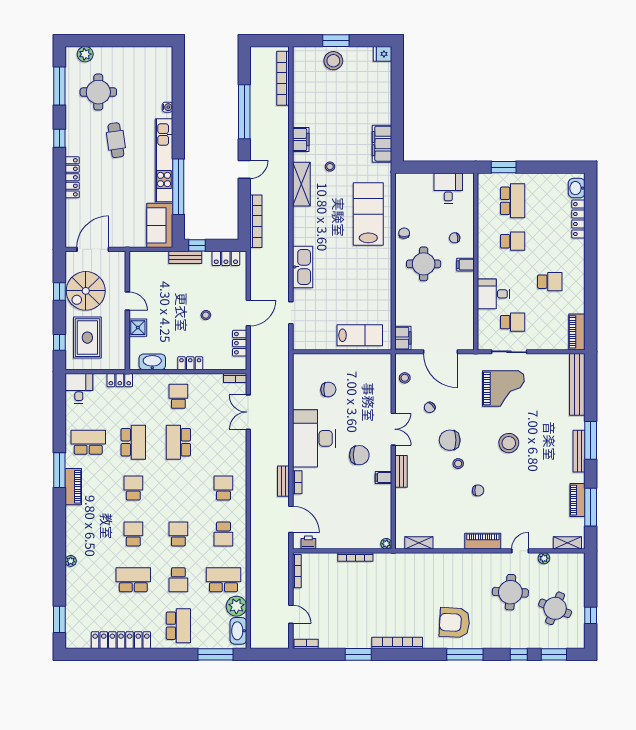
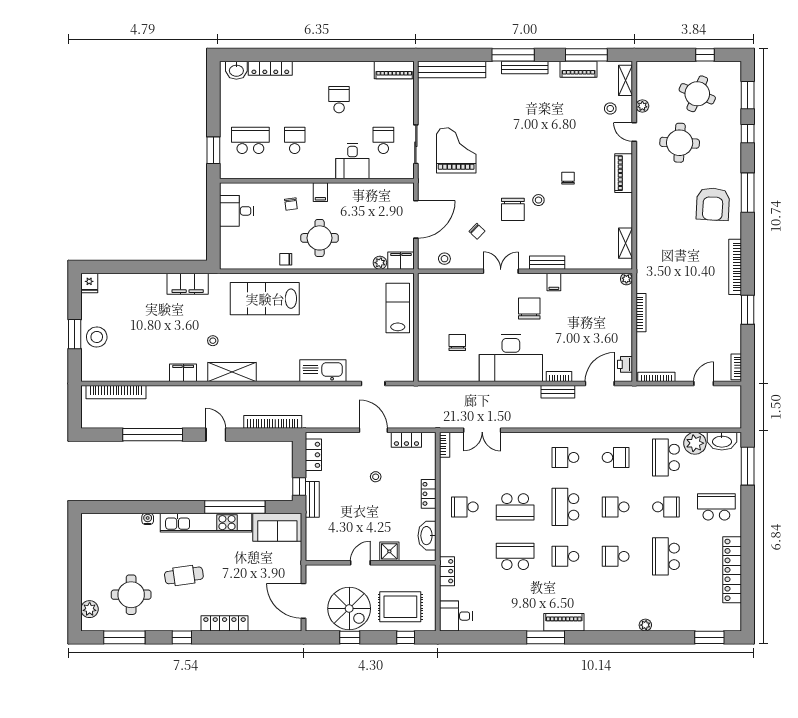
plant: (401, 319) -> (380, 263), added
school desk: (88, 442) -> (565, 507), moved
stool: (509, 443) -> (610, 108), moved, width x0.53, depth x0.53

